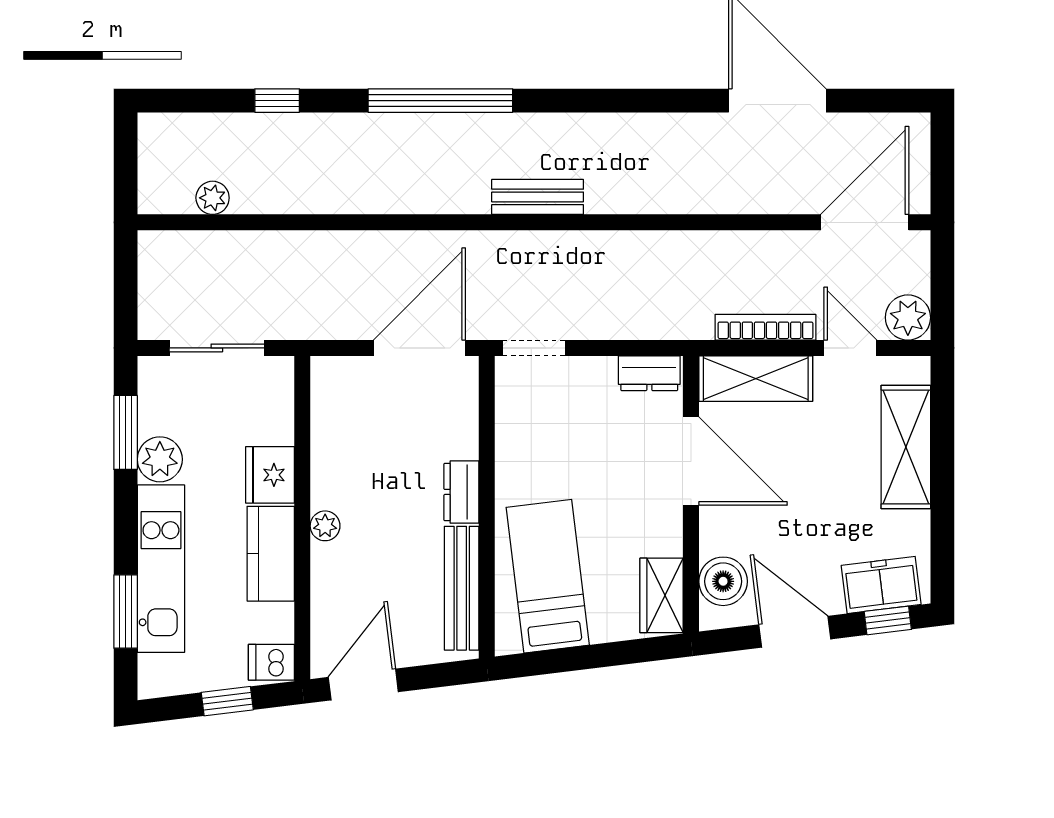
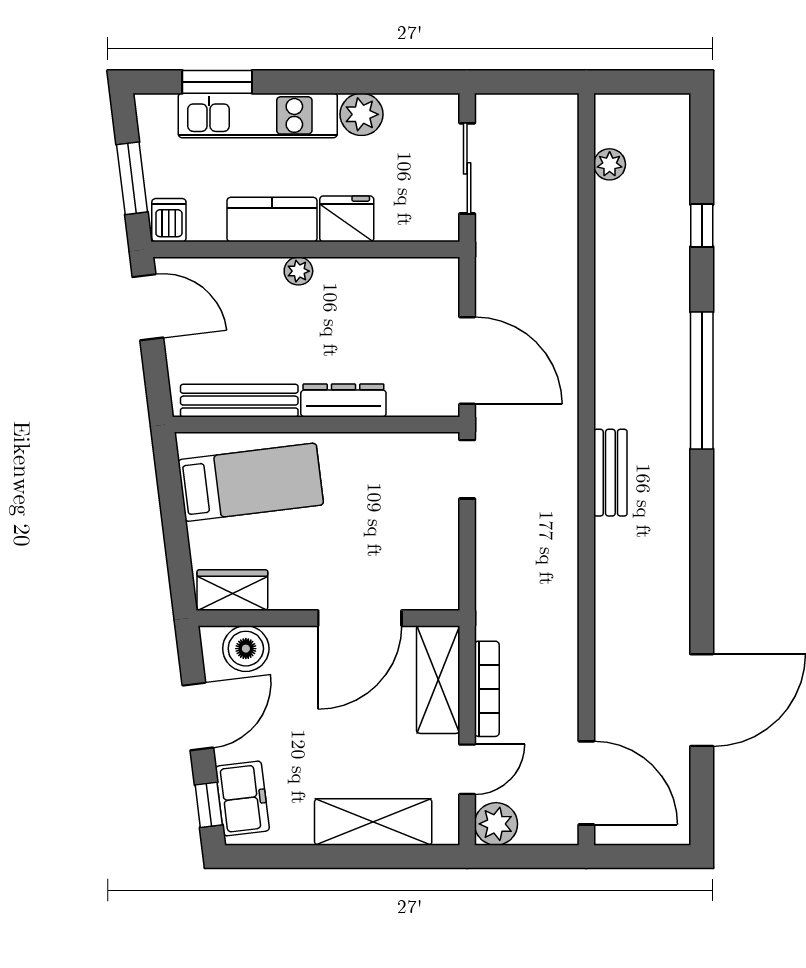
dresser: (649, 373) -> (443, 579), removed
window: (126, 432) -> (387, 82), removed
dresser: (461, 492) -> (343, 400), width x1.44
window: (227, 701) -> (132, 178), width x1.50

